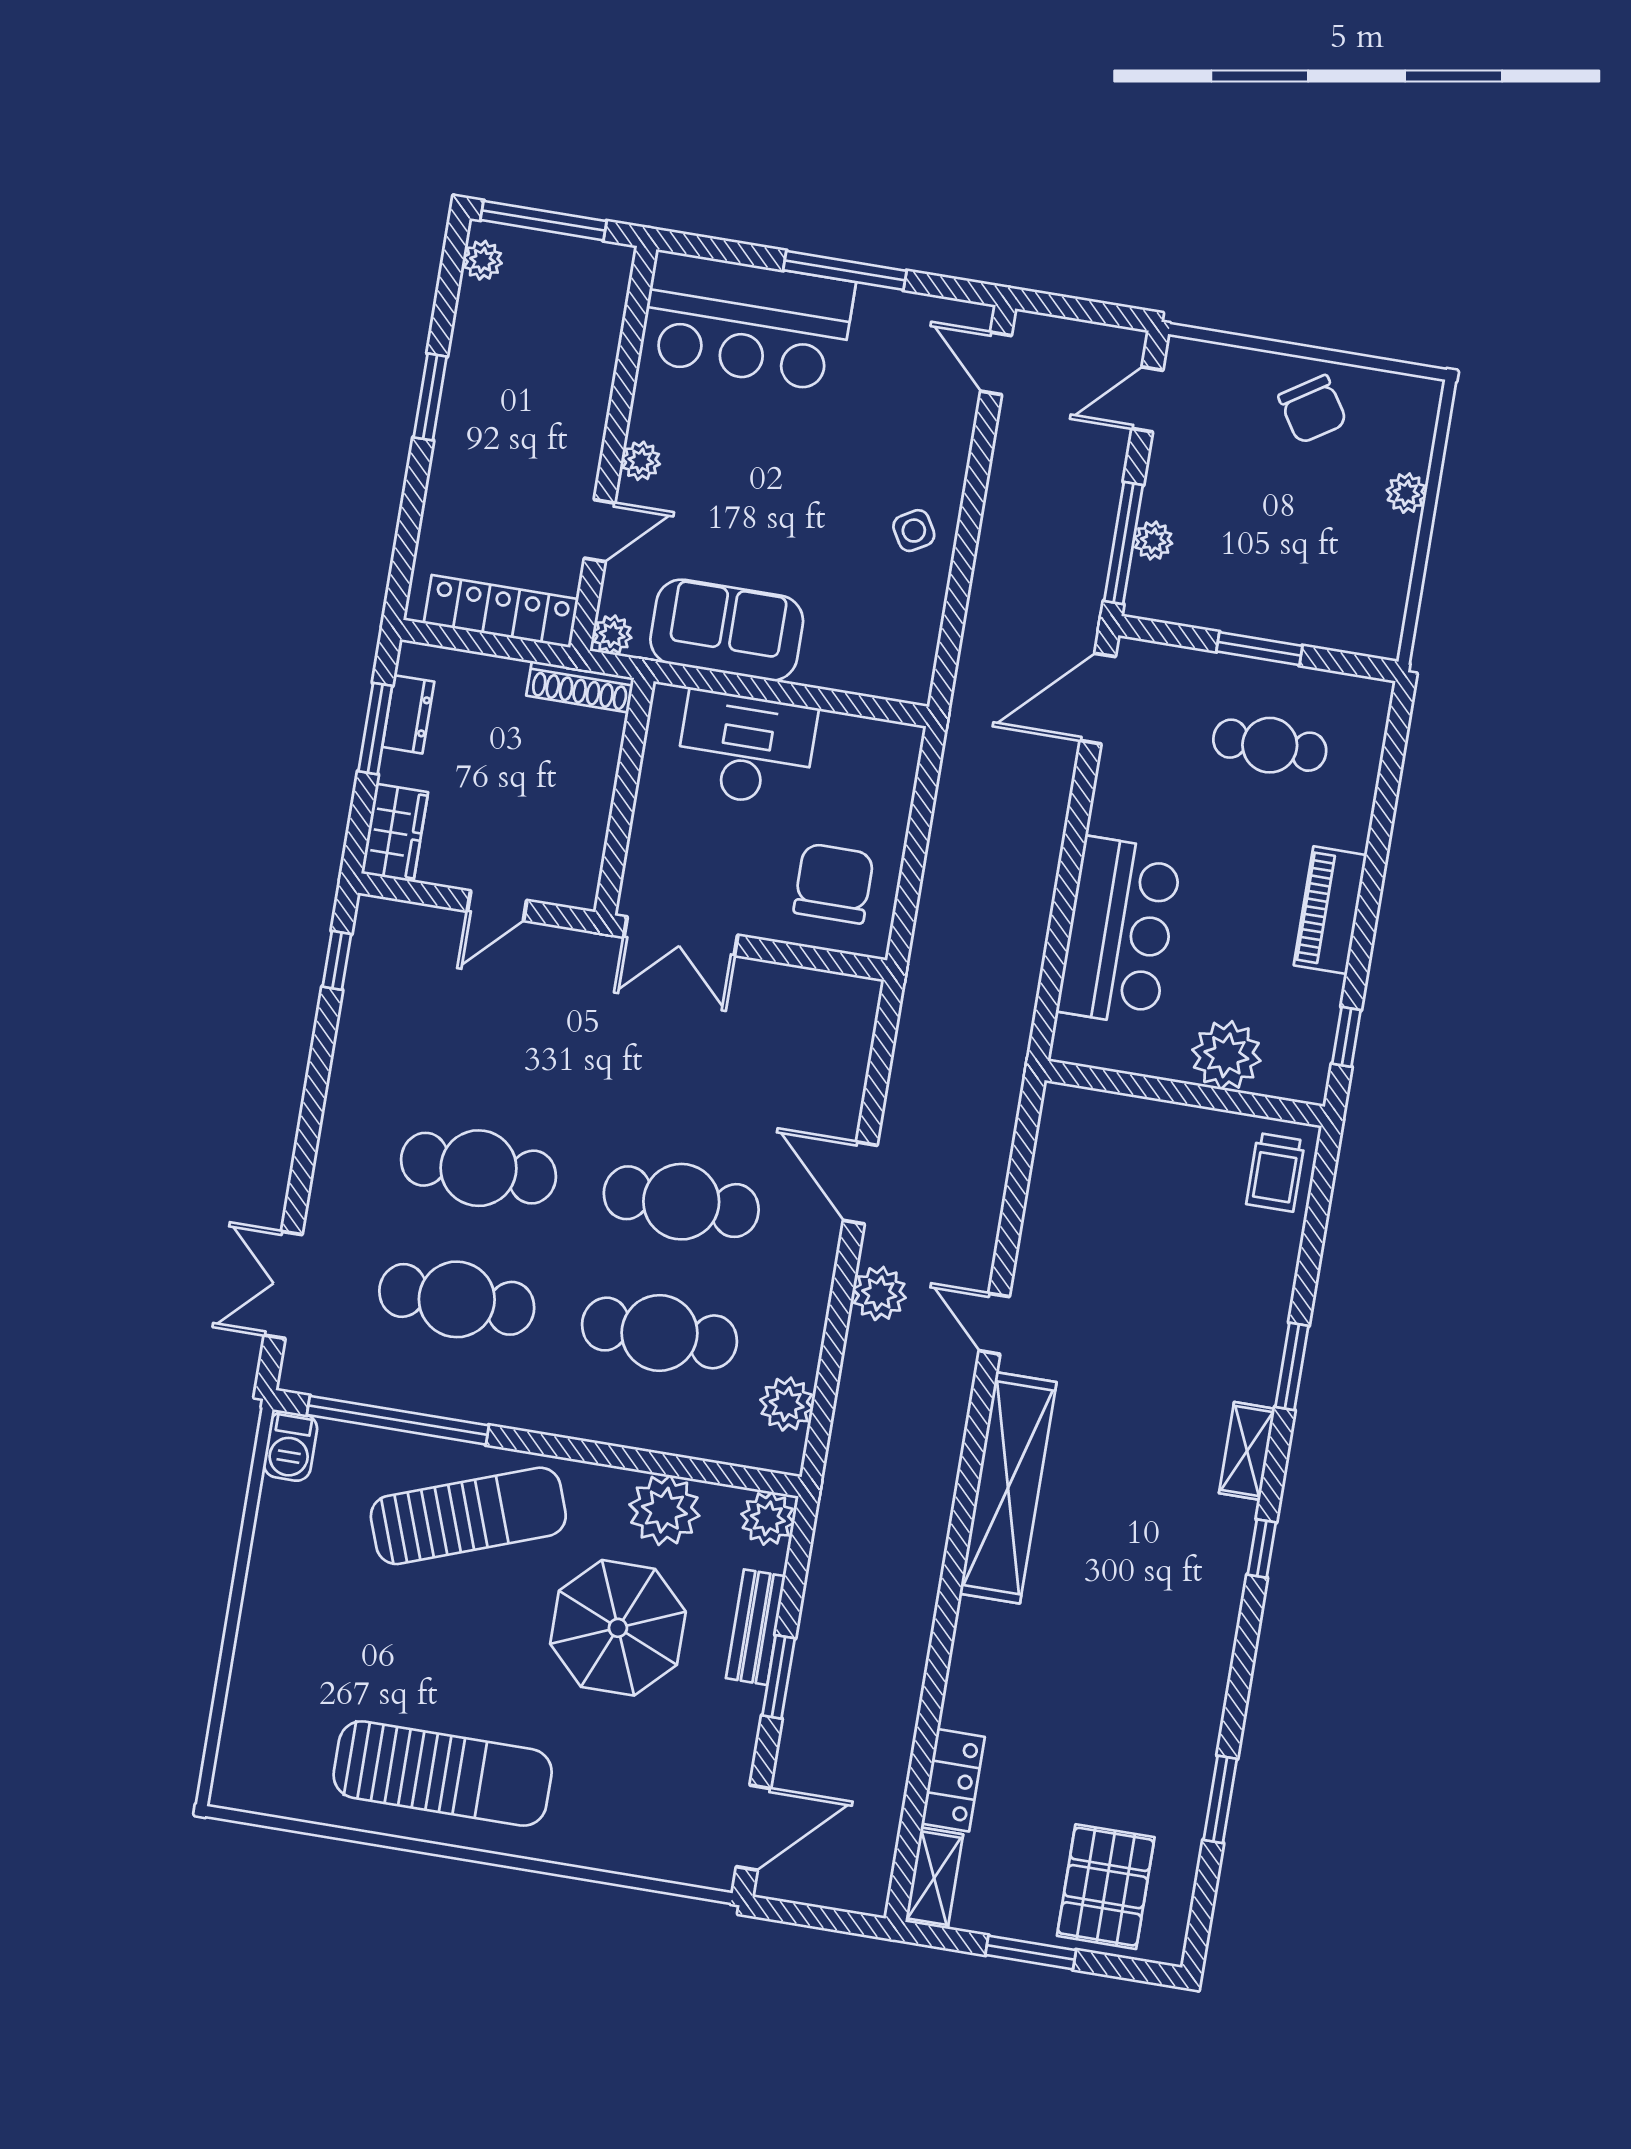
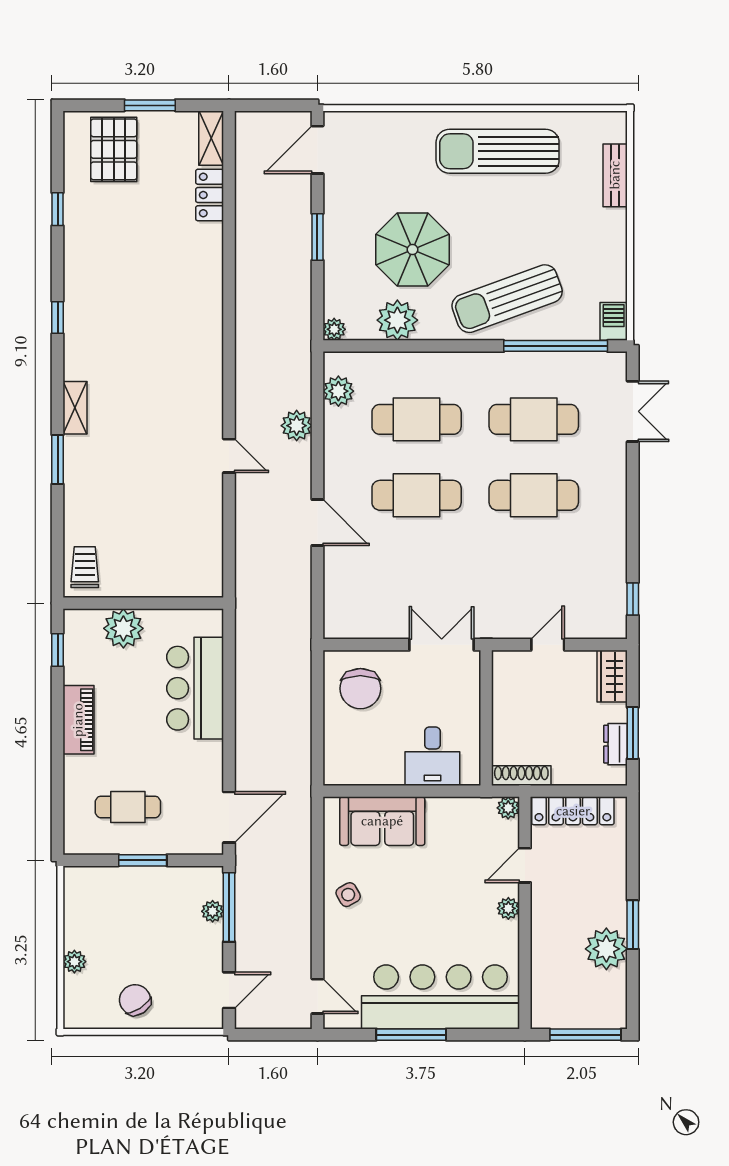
plant: (483, 260) -> (606, 949), moved, width x1.88, depth x1.88
bar counter: (747, 321) -> (441, 997), width x1.36
sofa: (727, 630) -> (382, 821), moved
desk: (746, 749) -> (432, 756), width x0.73
plant: (879, 1293) -> (297, 426), moved
shelving: (1008, 1488) -> (206, 365), removed
plant: (768, 1518) -> (334, 329), width x0.73, depth x0.73
window: (1262, 1549) -> (58, 318), moved
bench: (756, 1627) -> (615, 175), moved
window: (1220, 1799) -> (58, 209), width x0.67

